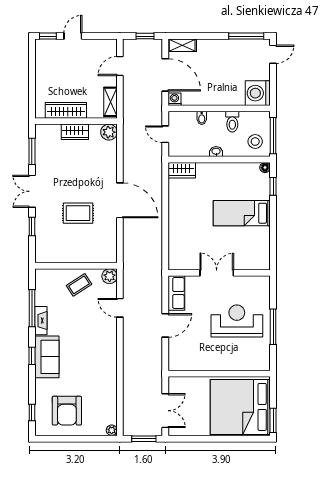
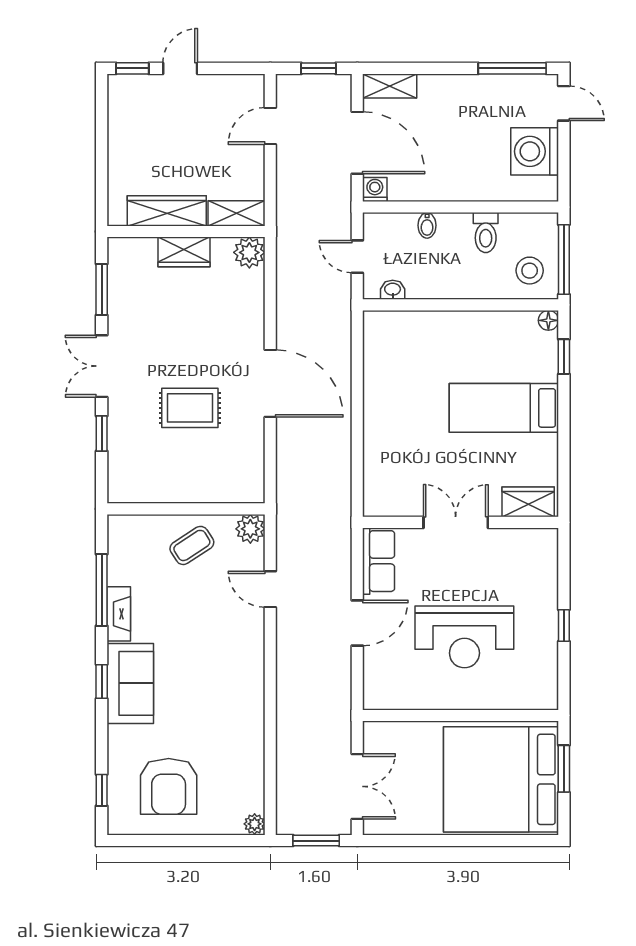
door: (273, 54) -> (564, 103), hinge flipped
washing machine: (258, 93) -> (535, 151), moved
shelving: (110, 102) -> (236, 213), moved, turned 90
washbasin: (216, 152) -> (393, 290), moved
wardrobe: (182, 170) -> (528, 502), moved, turned 180
reception desk: (237, 321) -> (464, 637), moved, turned 180
window: (273, 327) -> (564, 625), width x0.46
window: (273, 420) -> (564, 769), moved

